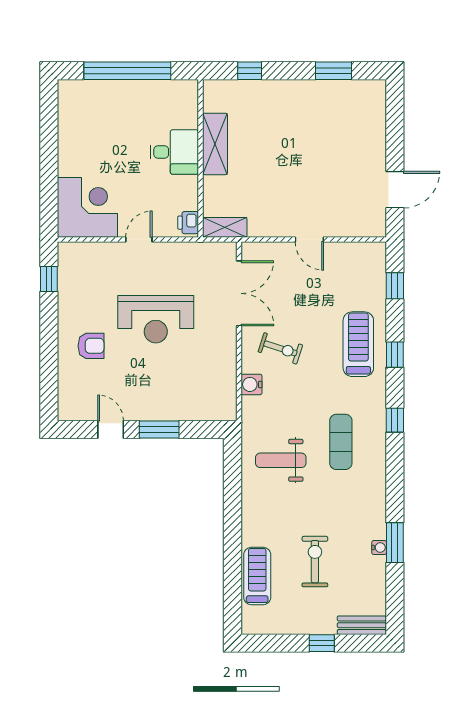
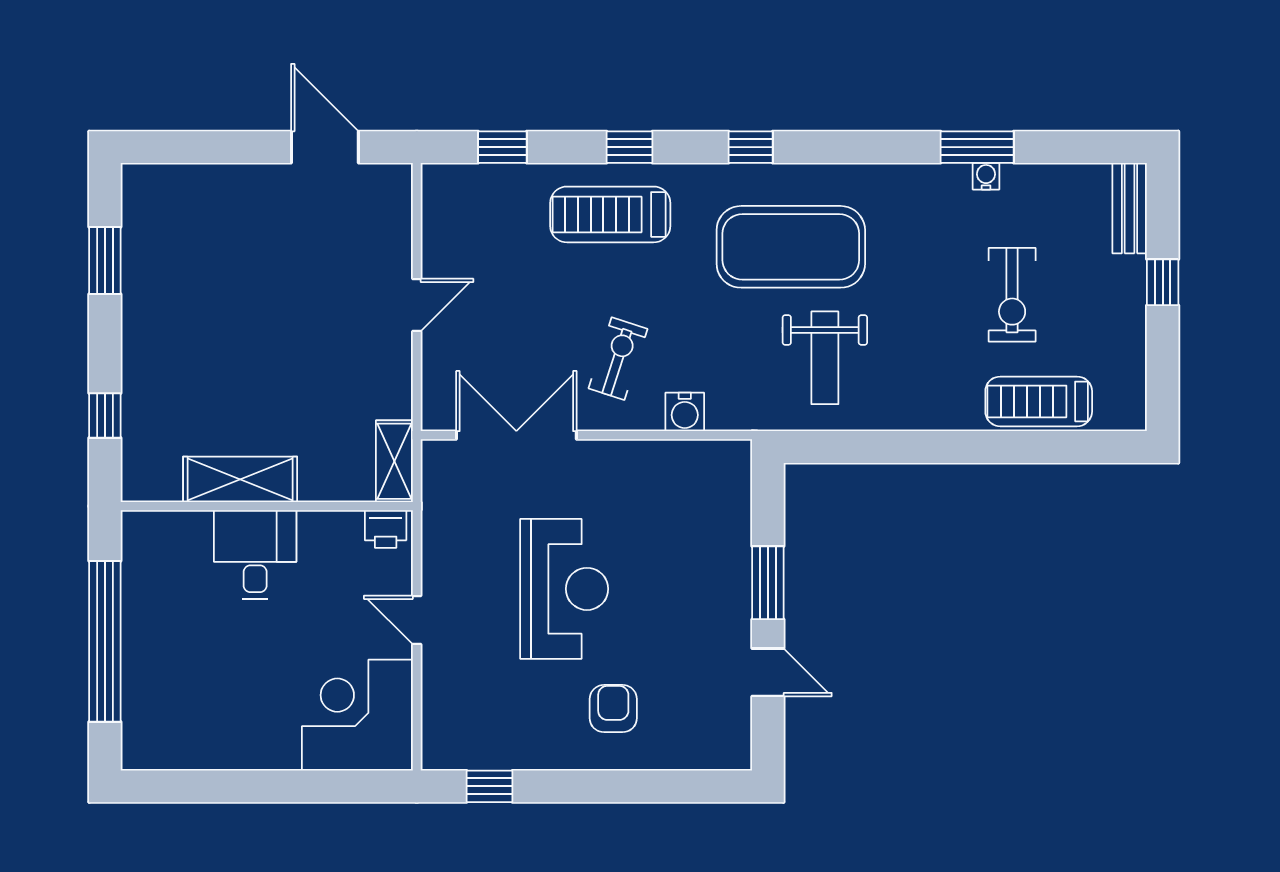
door: (111, 430) -> (768, 672), swing flipped
exercise mat: (341, 442) -> (791, 247), width x2.00, depth x1.45
exercise bike: (315, 562) -> (1012, 295), turned -90

